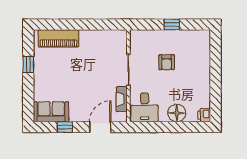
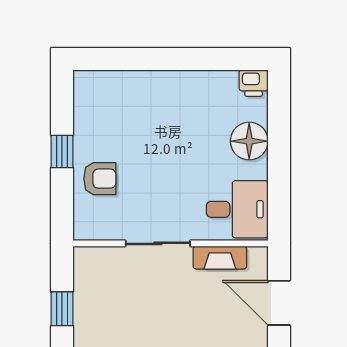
window: (97, 24) -> (62, 309), added
armchair: (167, 62) -> (100, 179), moved

